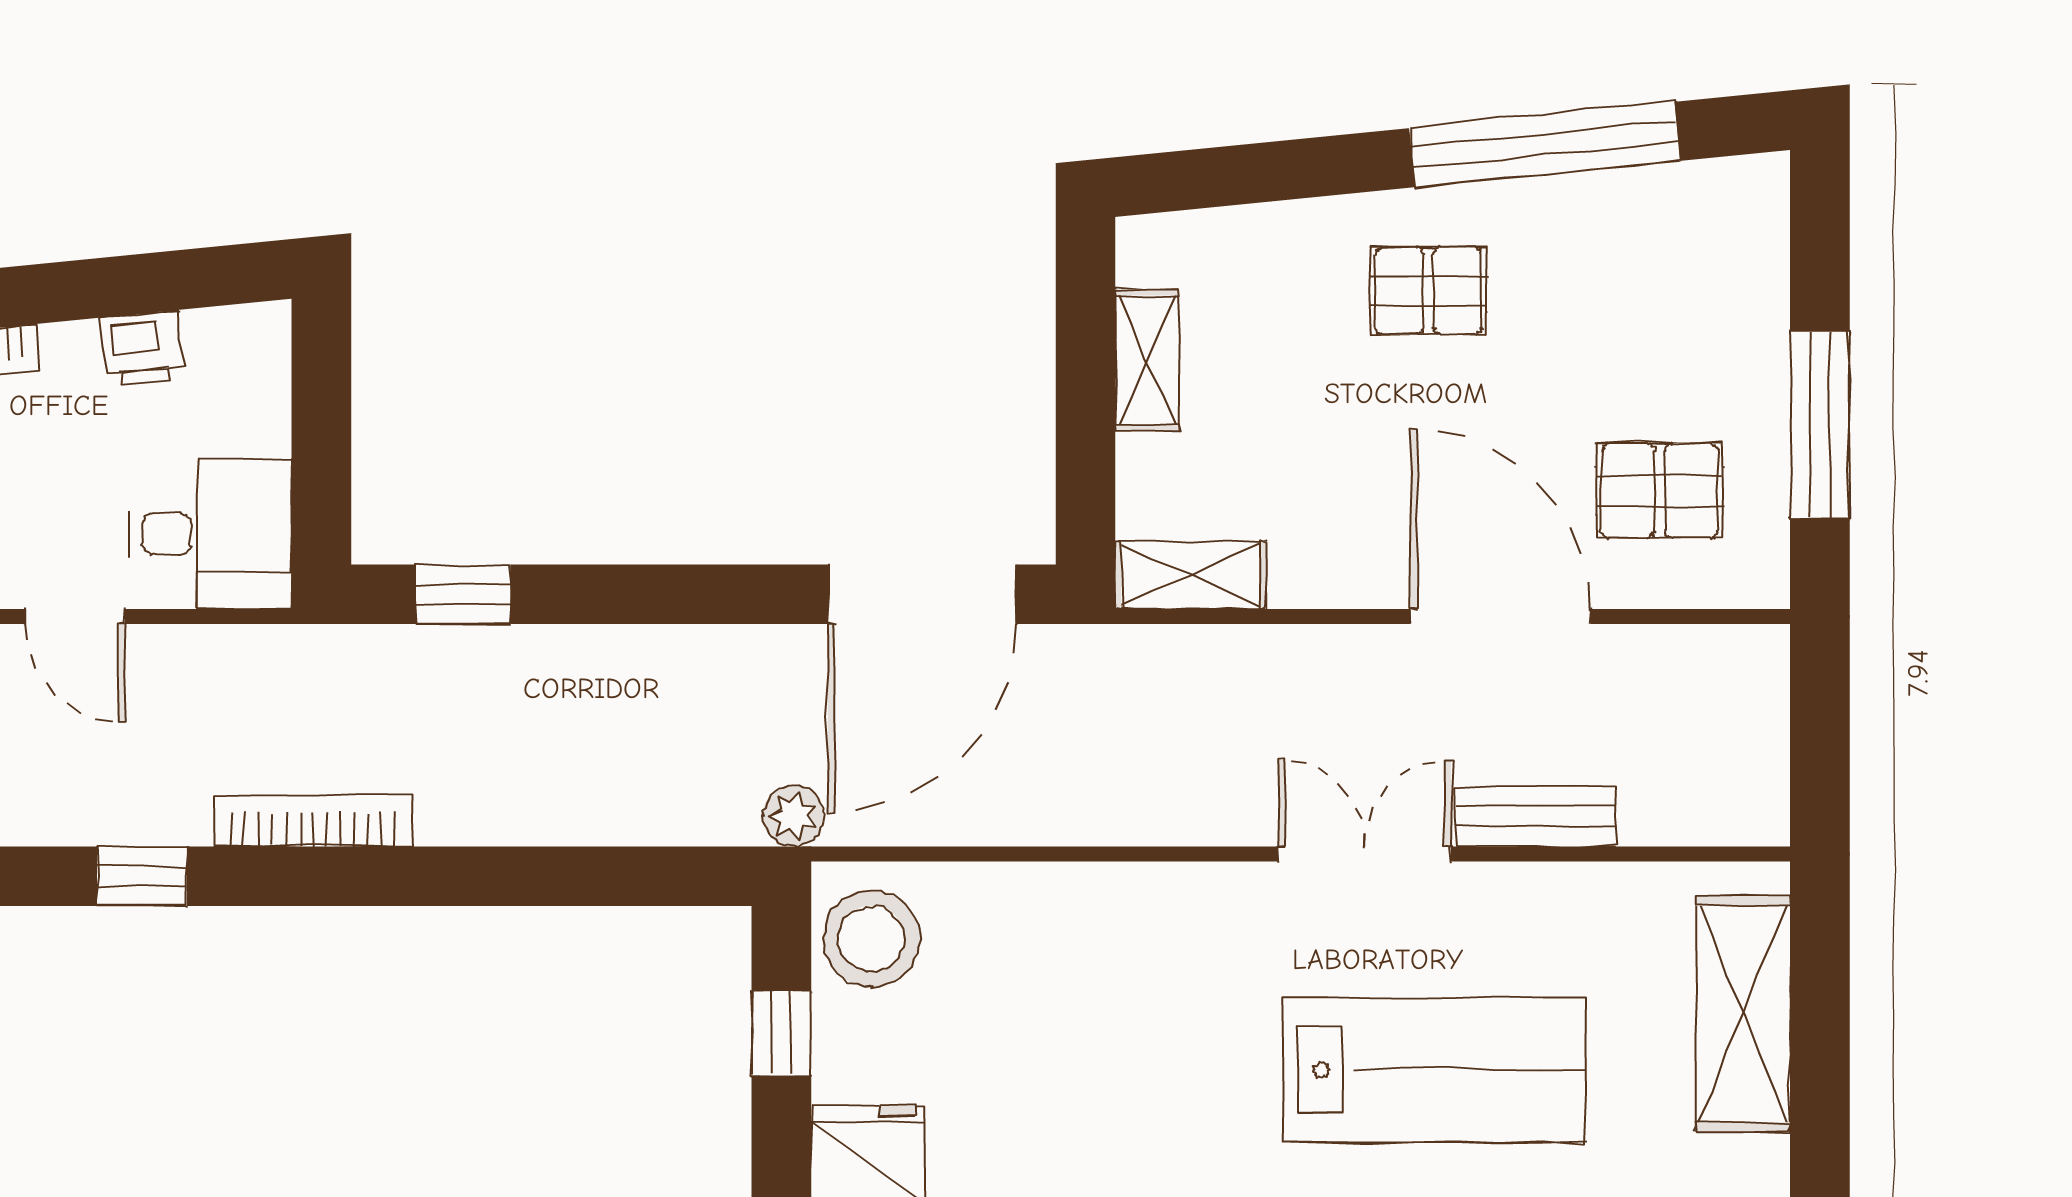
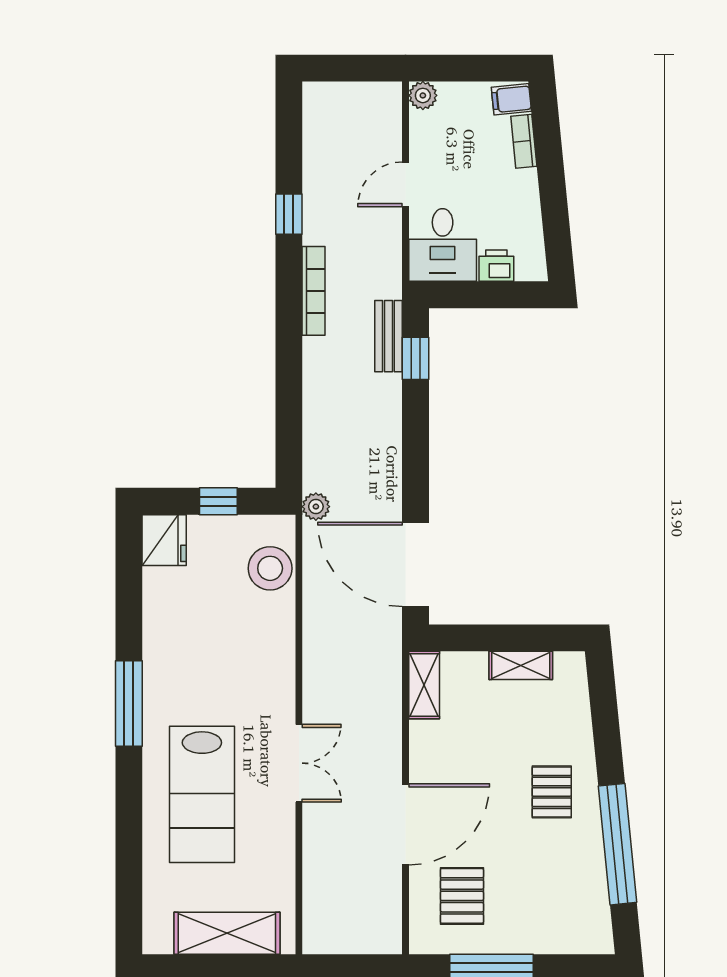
printer: (143, 349) -> (496, 266), moved, turned 96
bench: (1536, 816) -> (388, 336), moved
stool: (871, 938) -> (270, 568), moved

